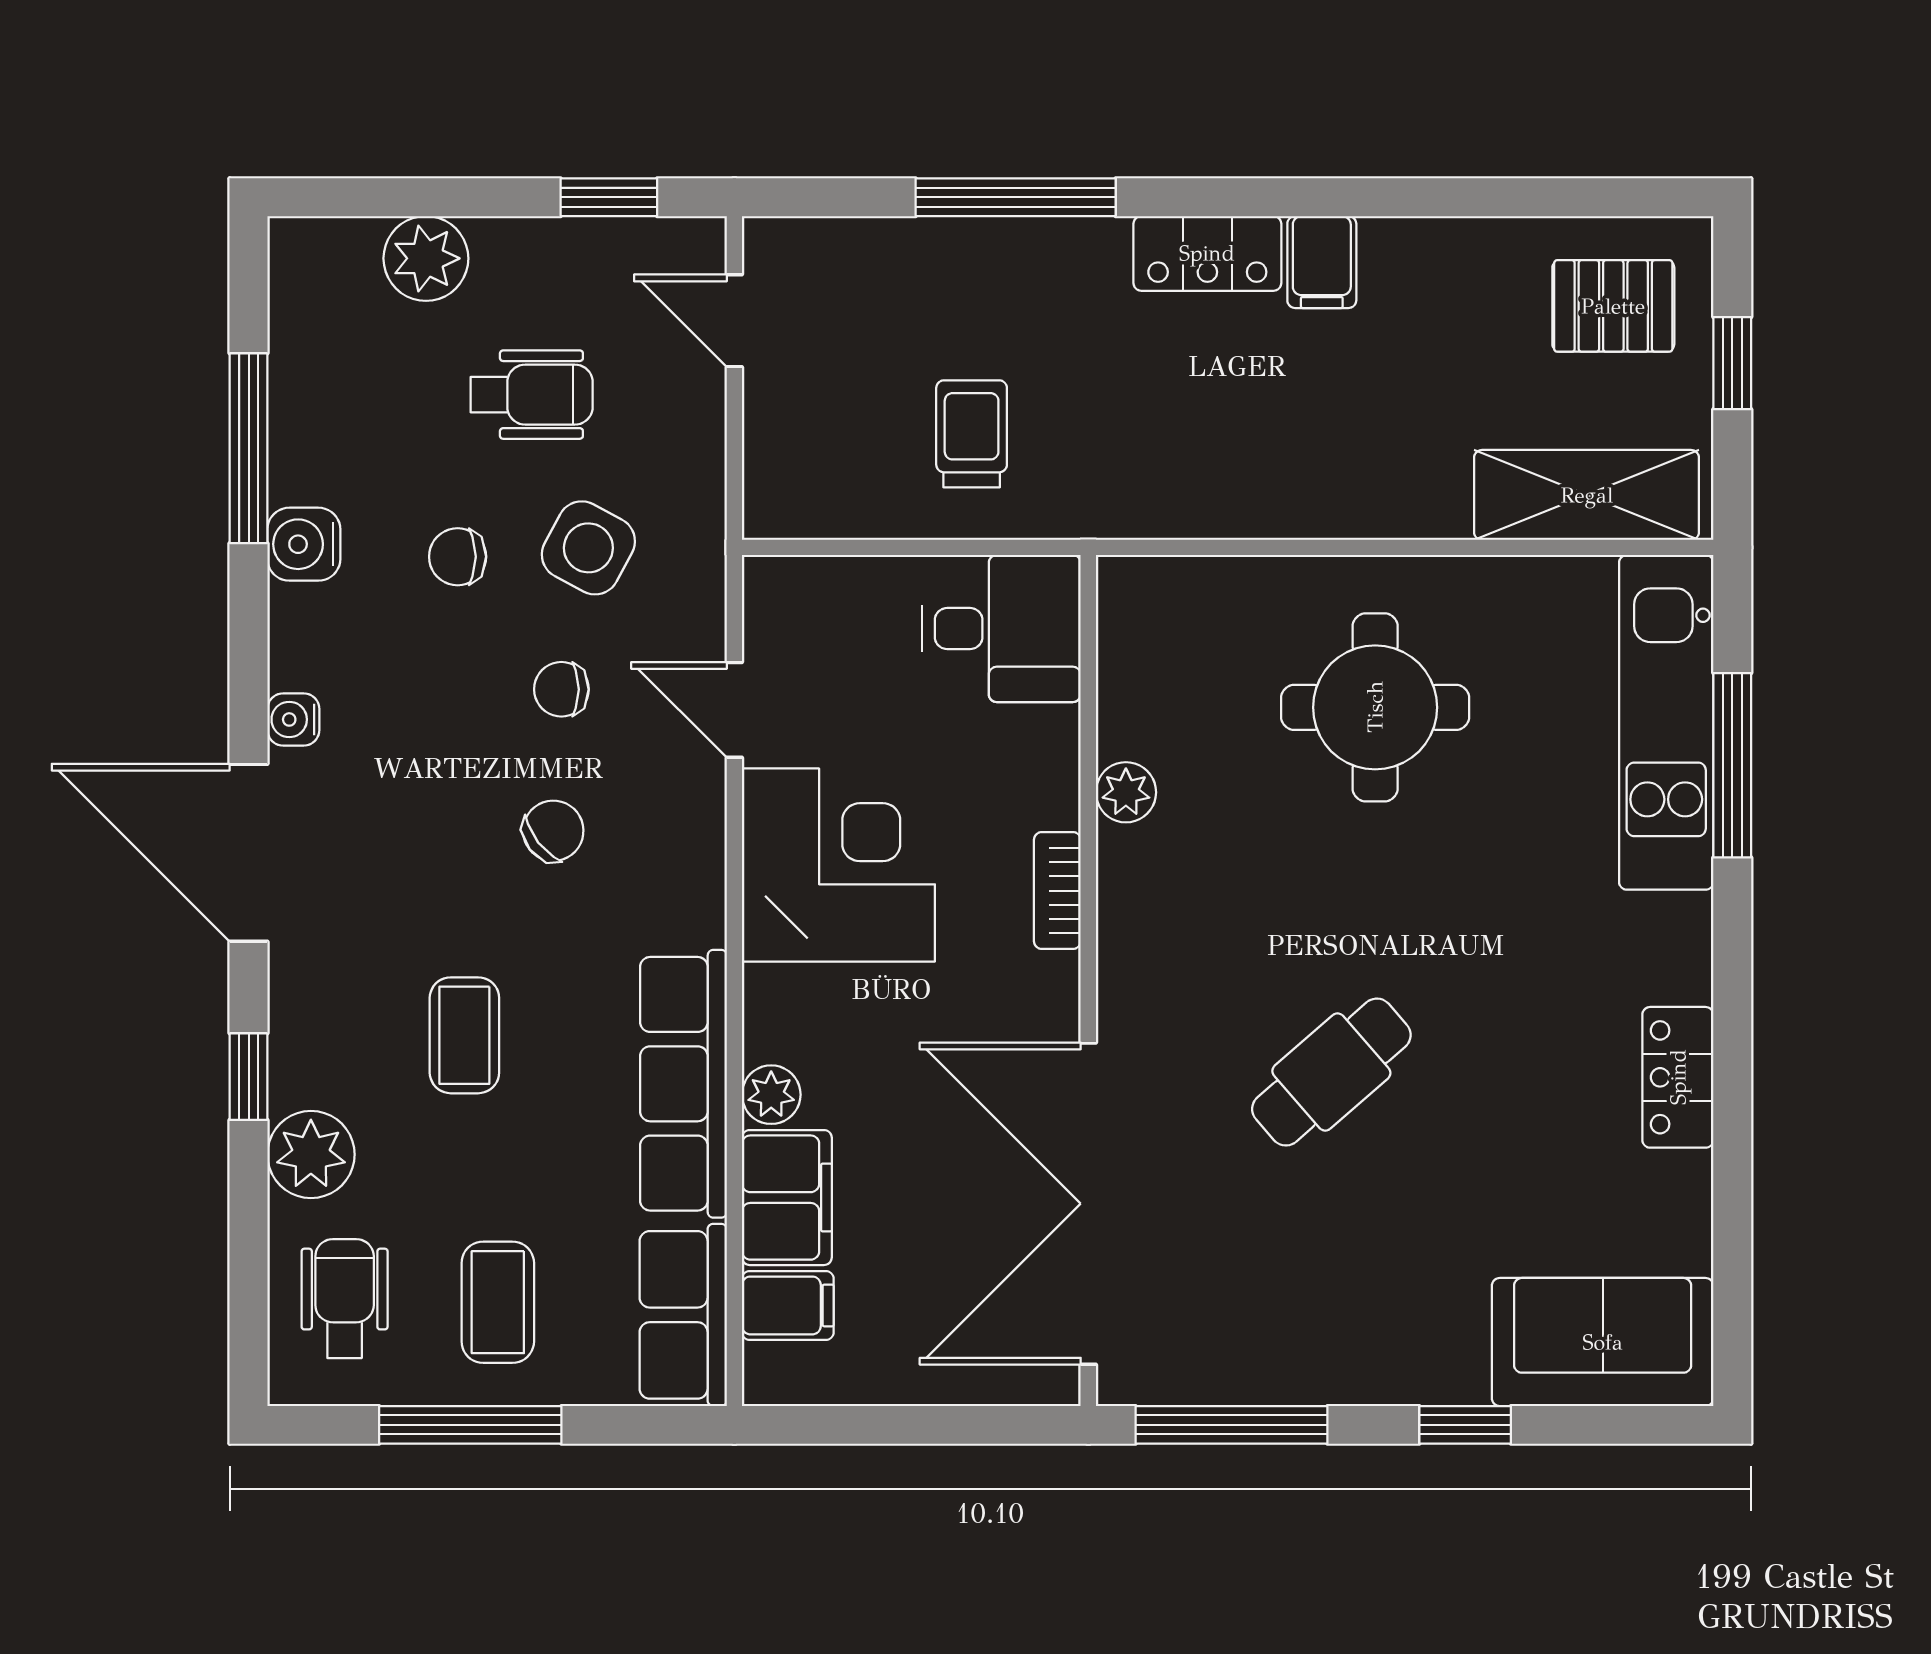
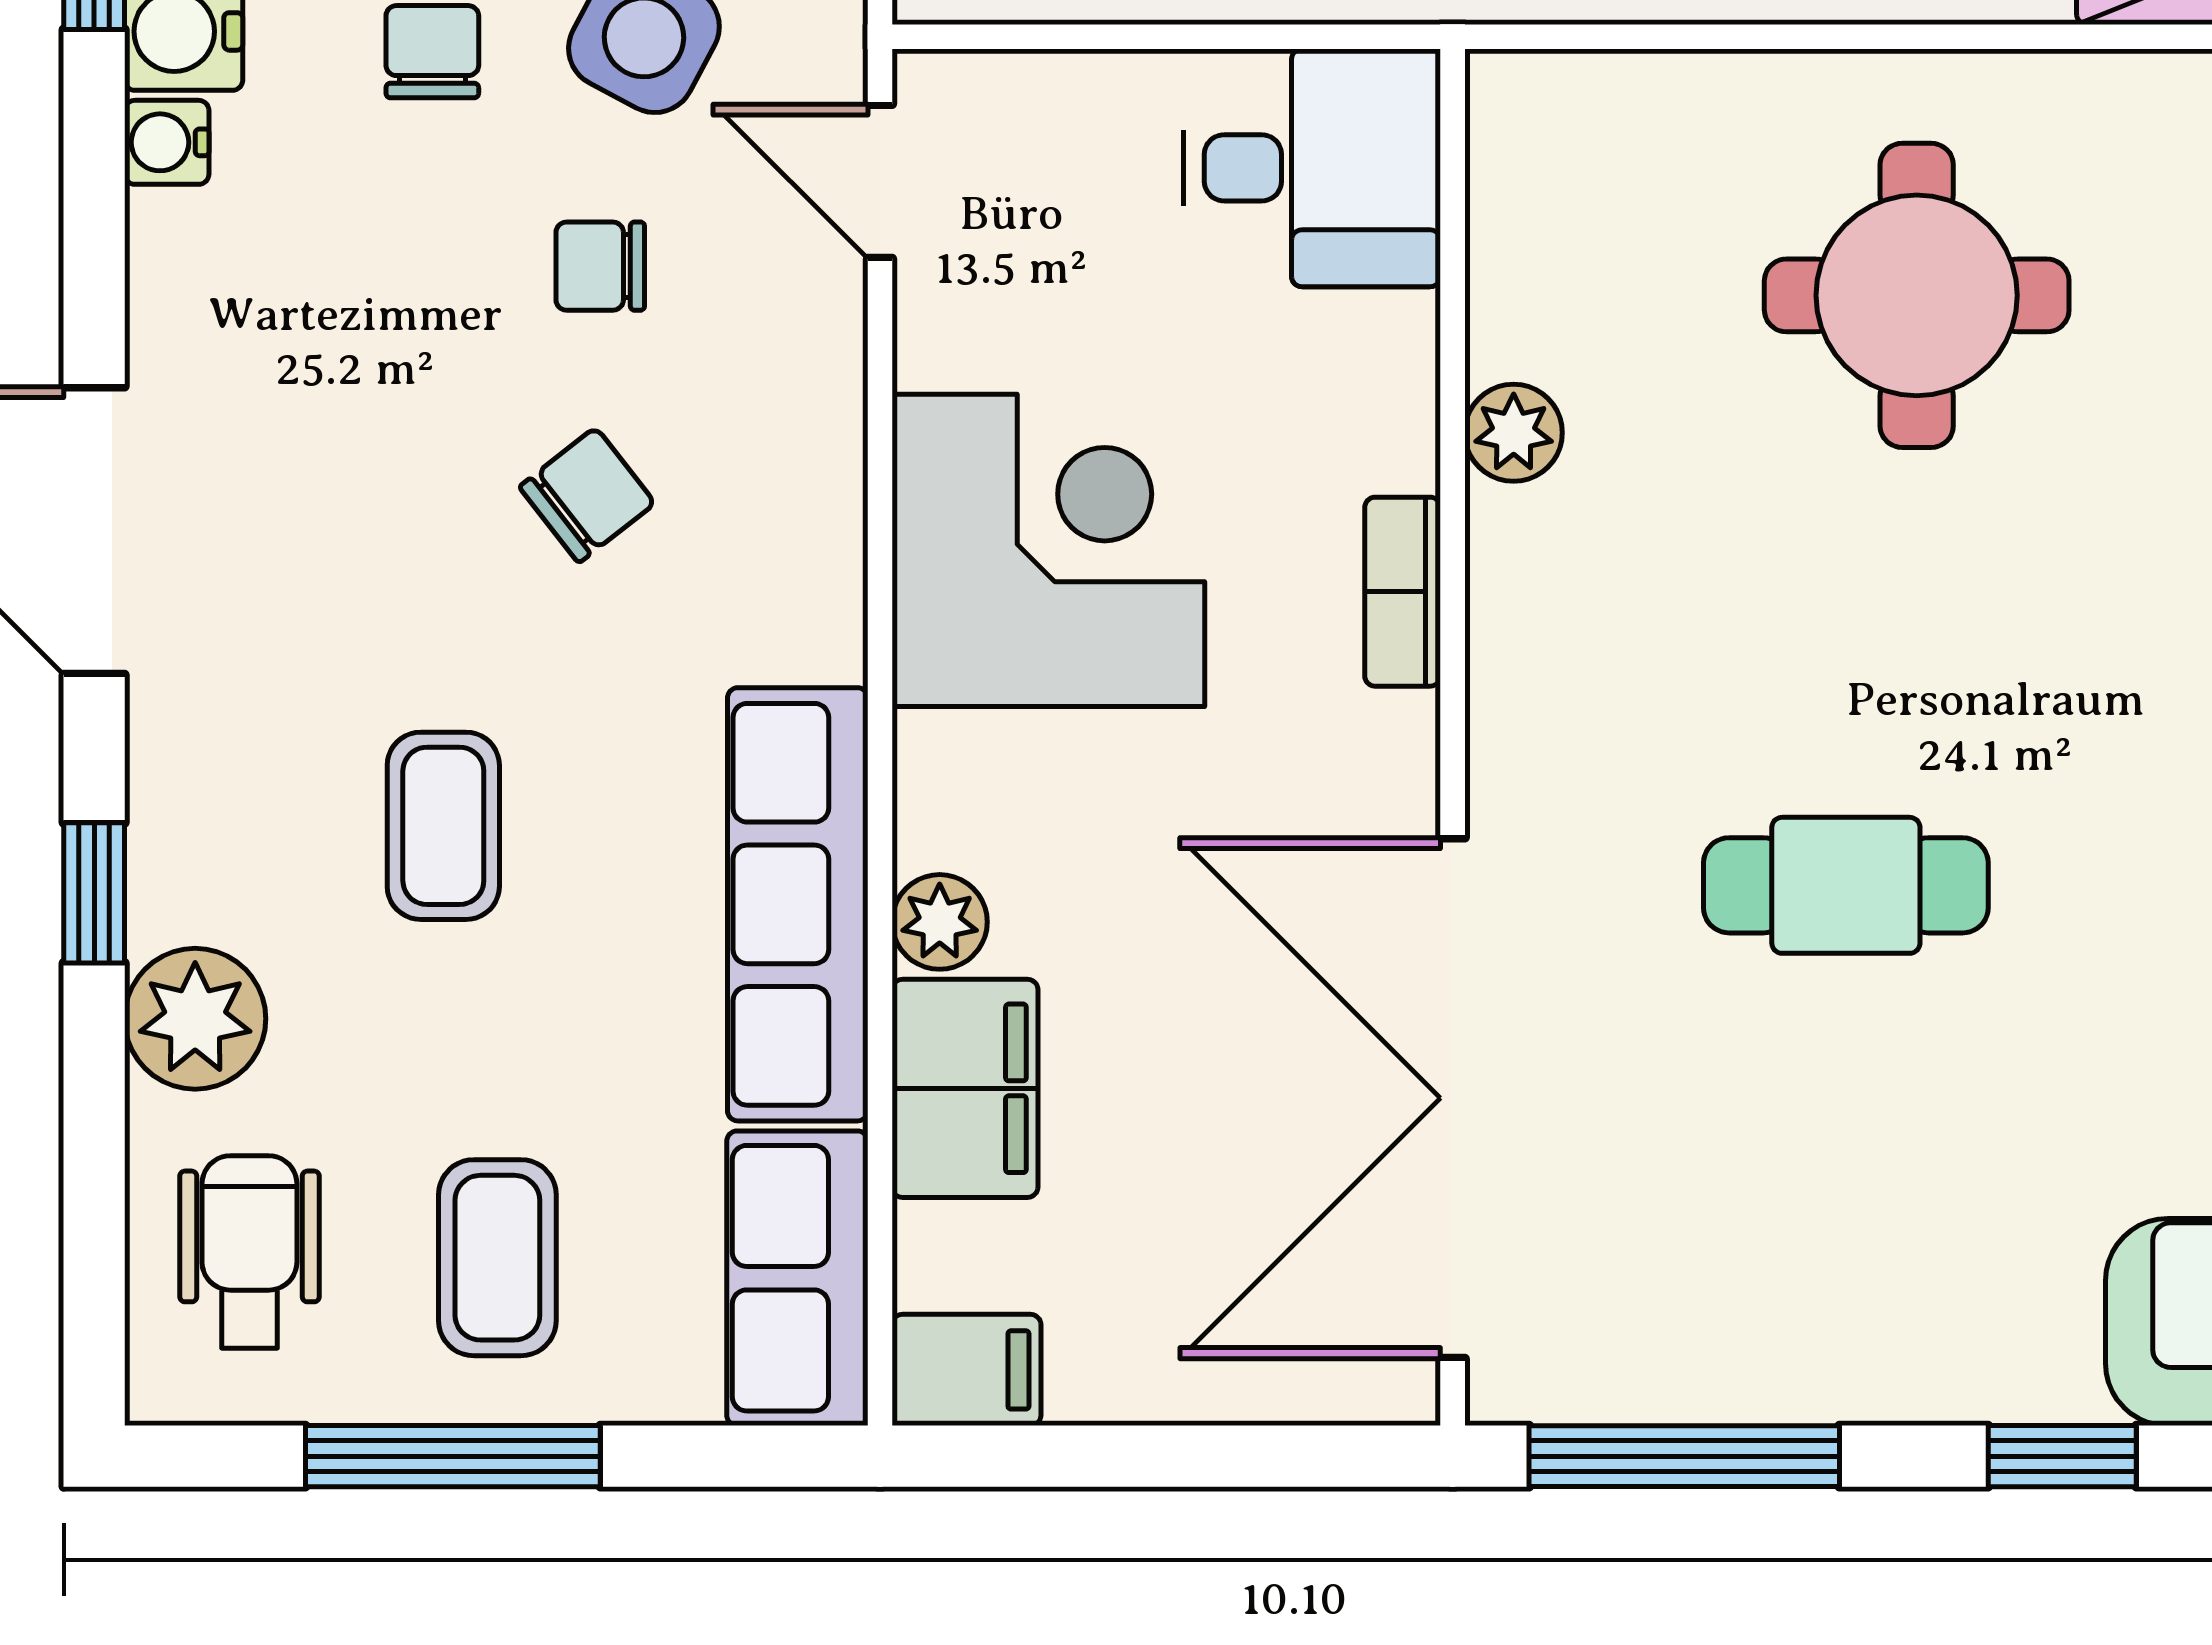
chair: (458, 557) -> (432, 52), turned 90
door: (734, 710) -> (880, 181), moved
water cooler: (293, 719) -> (167, 142), moved
cafe table: (1331, 1072) -> (1846, 885), turned 41
filing cabinet: (788, 1305) -> (966, 1370), moved

